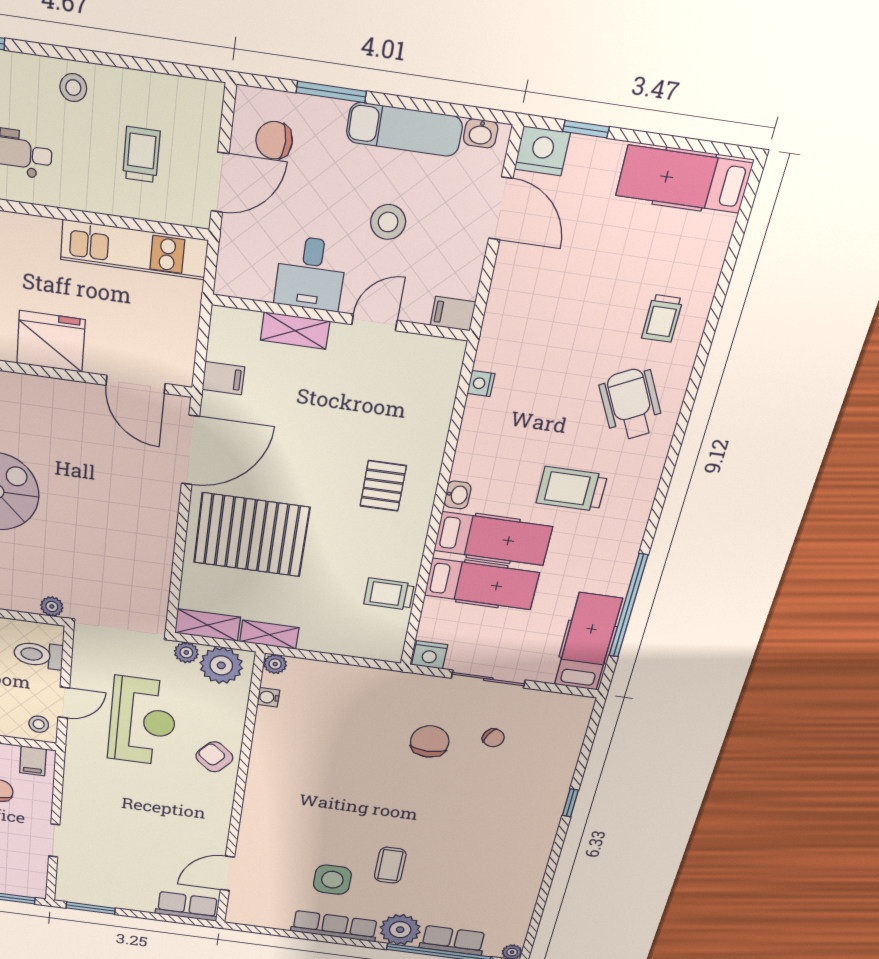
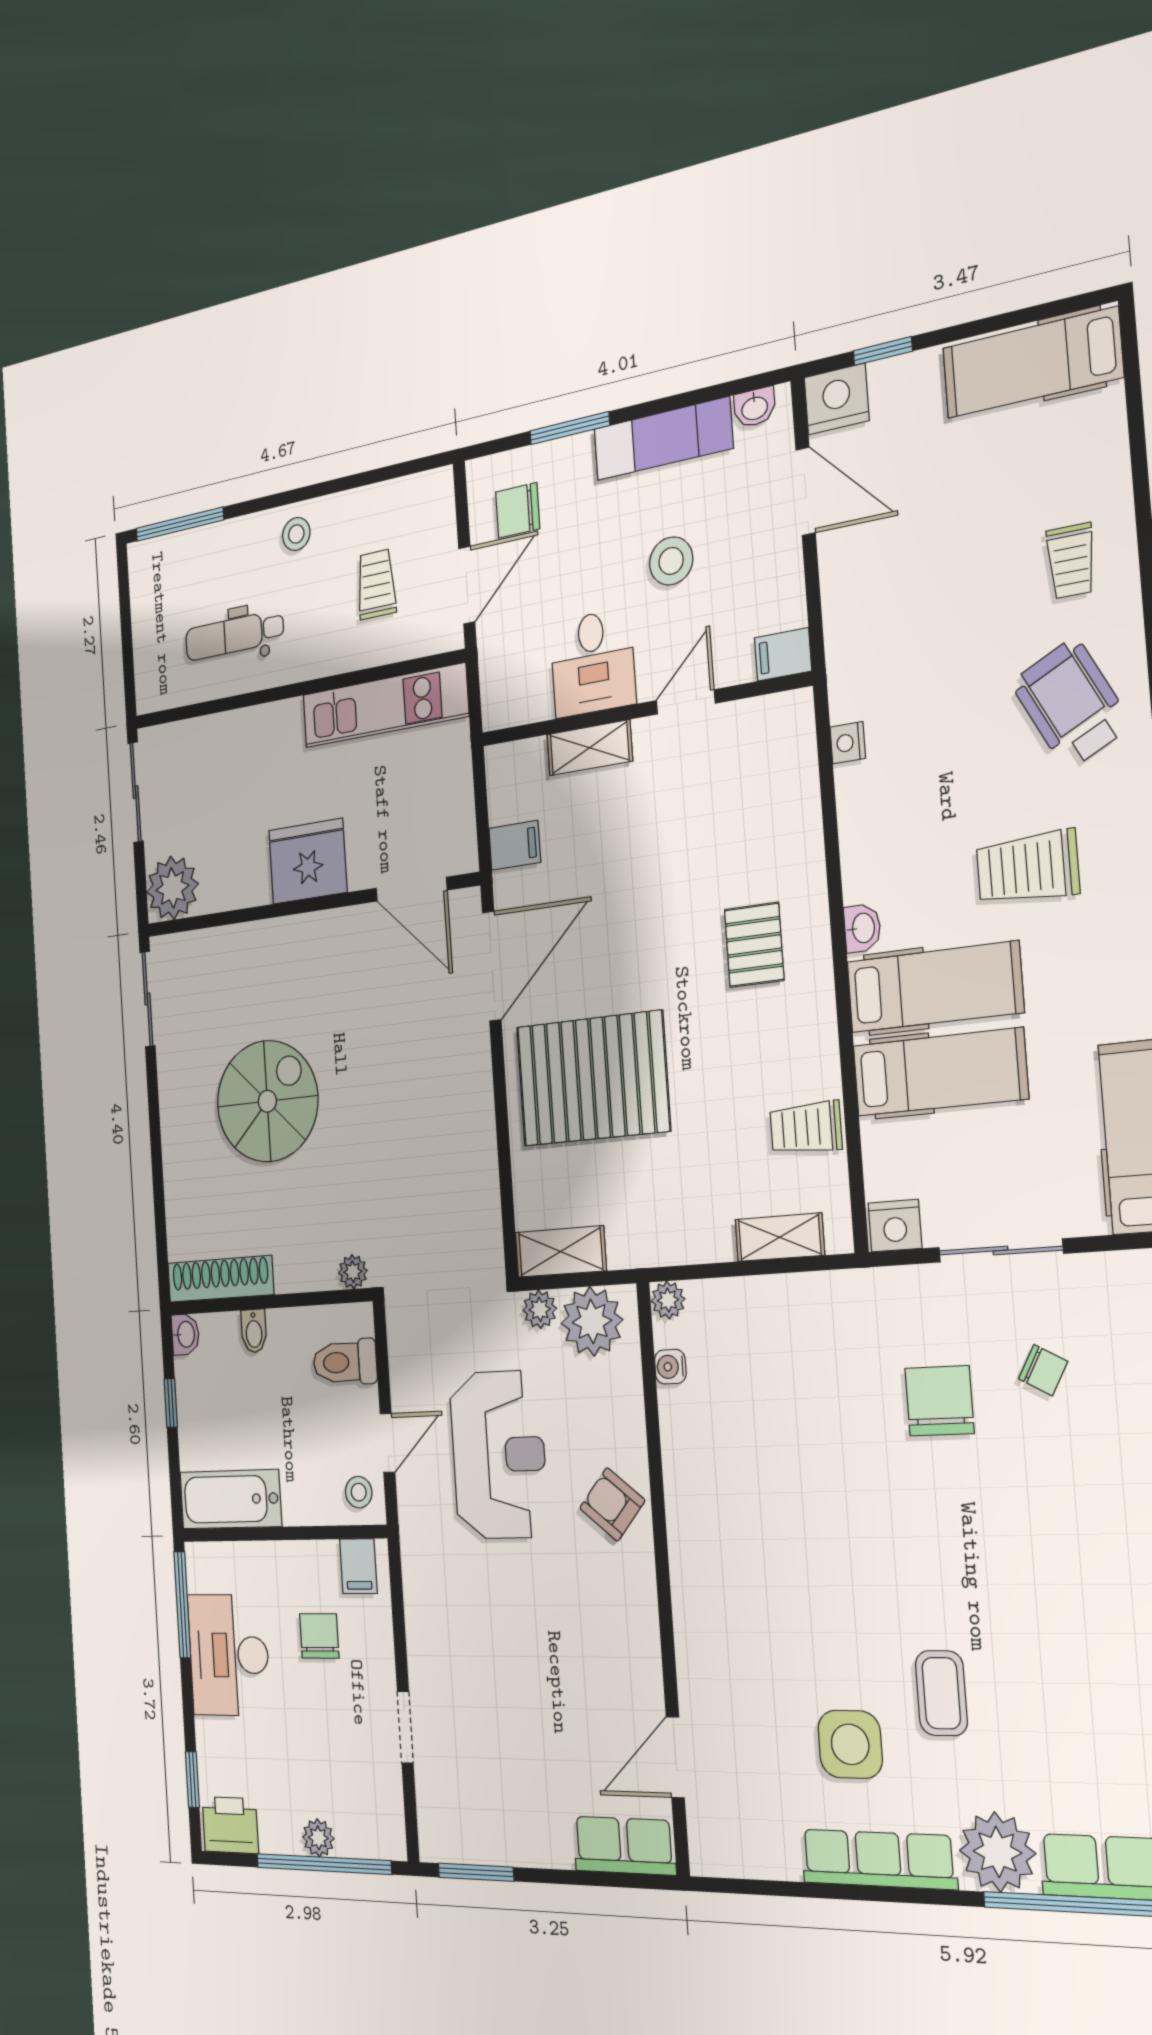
shelving: (269, 635) -> (780, 1237), moved

